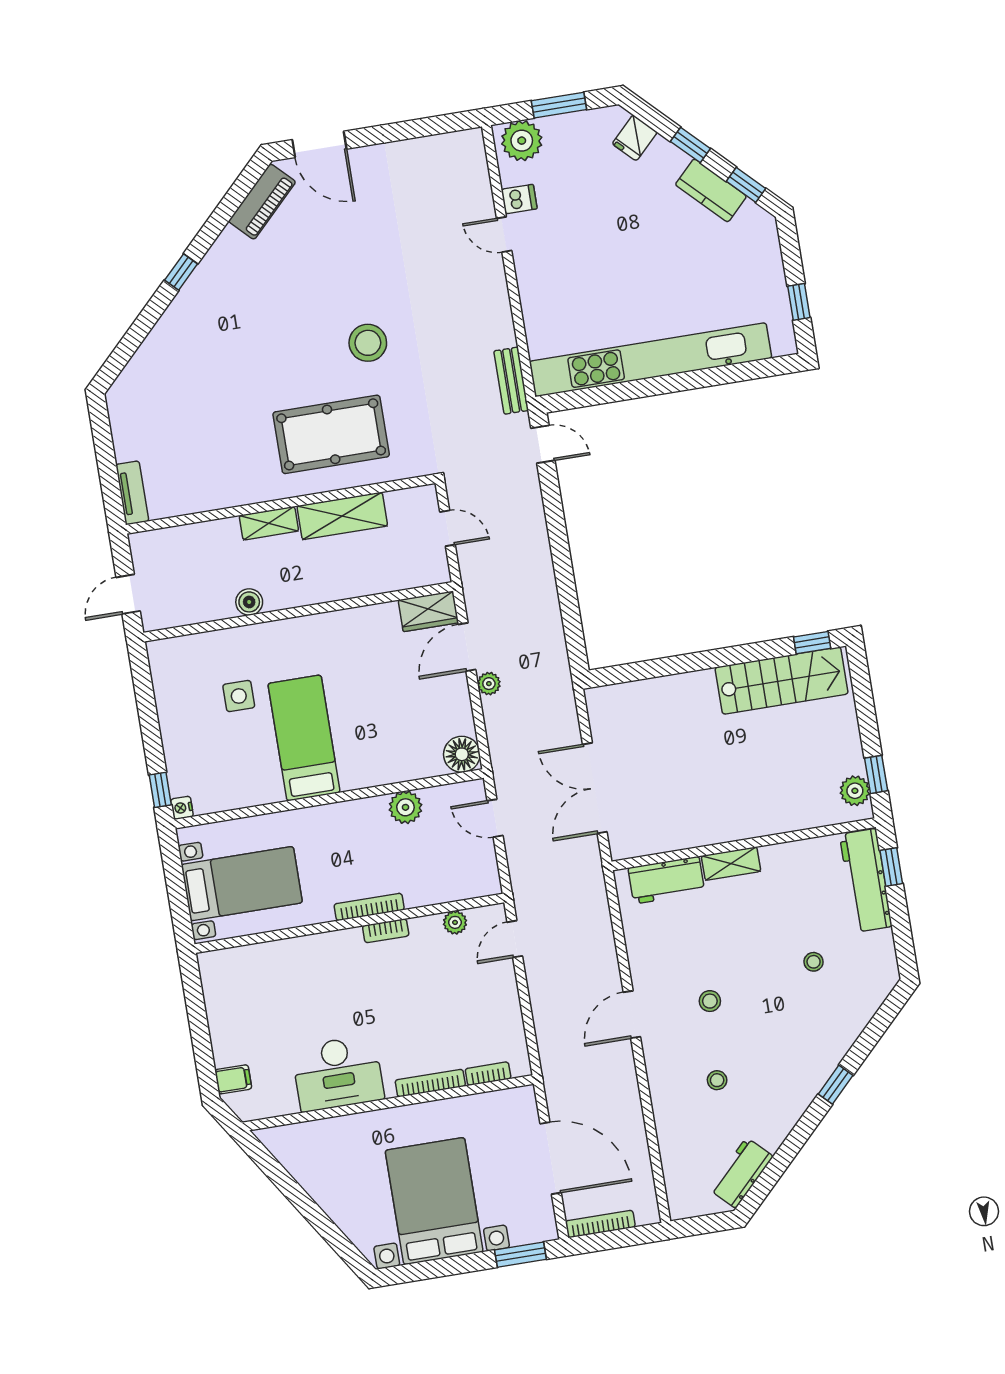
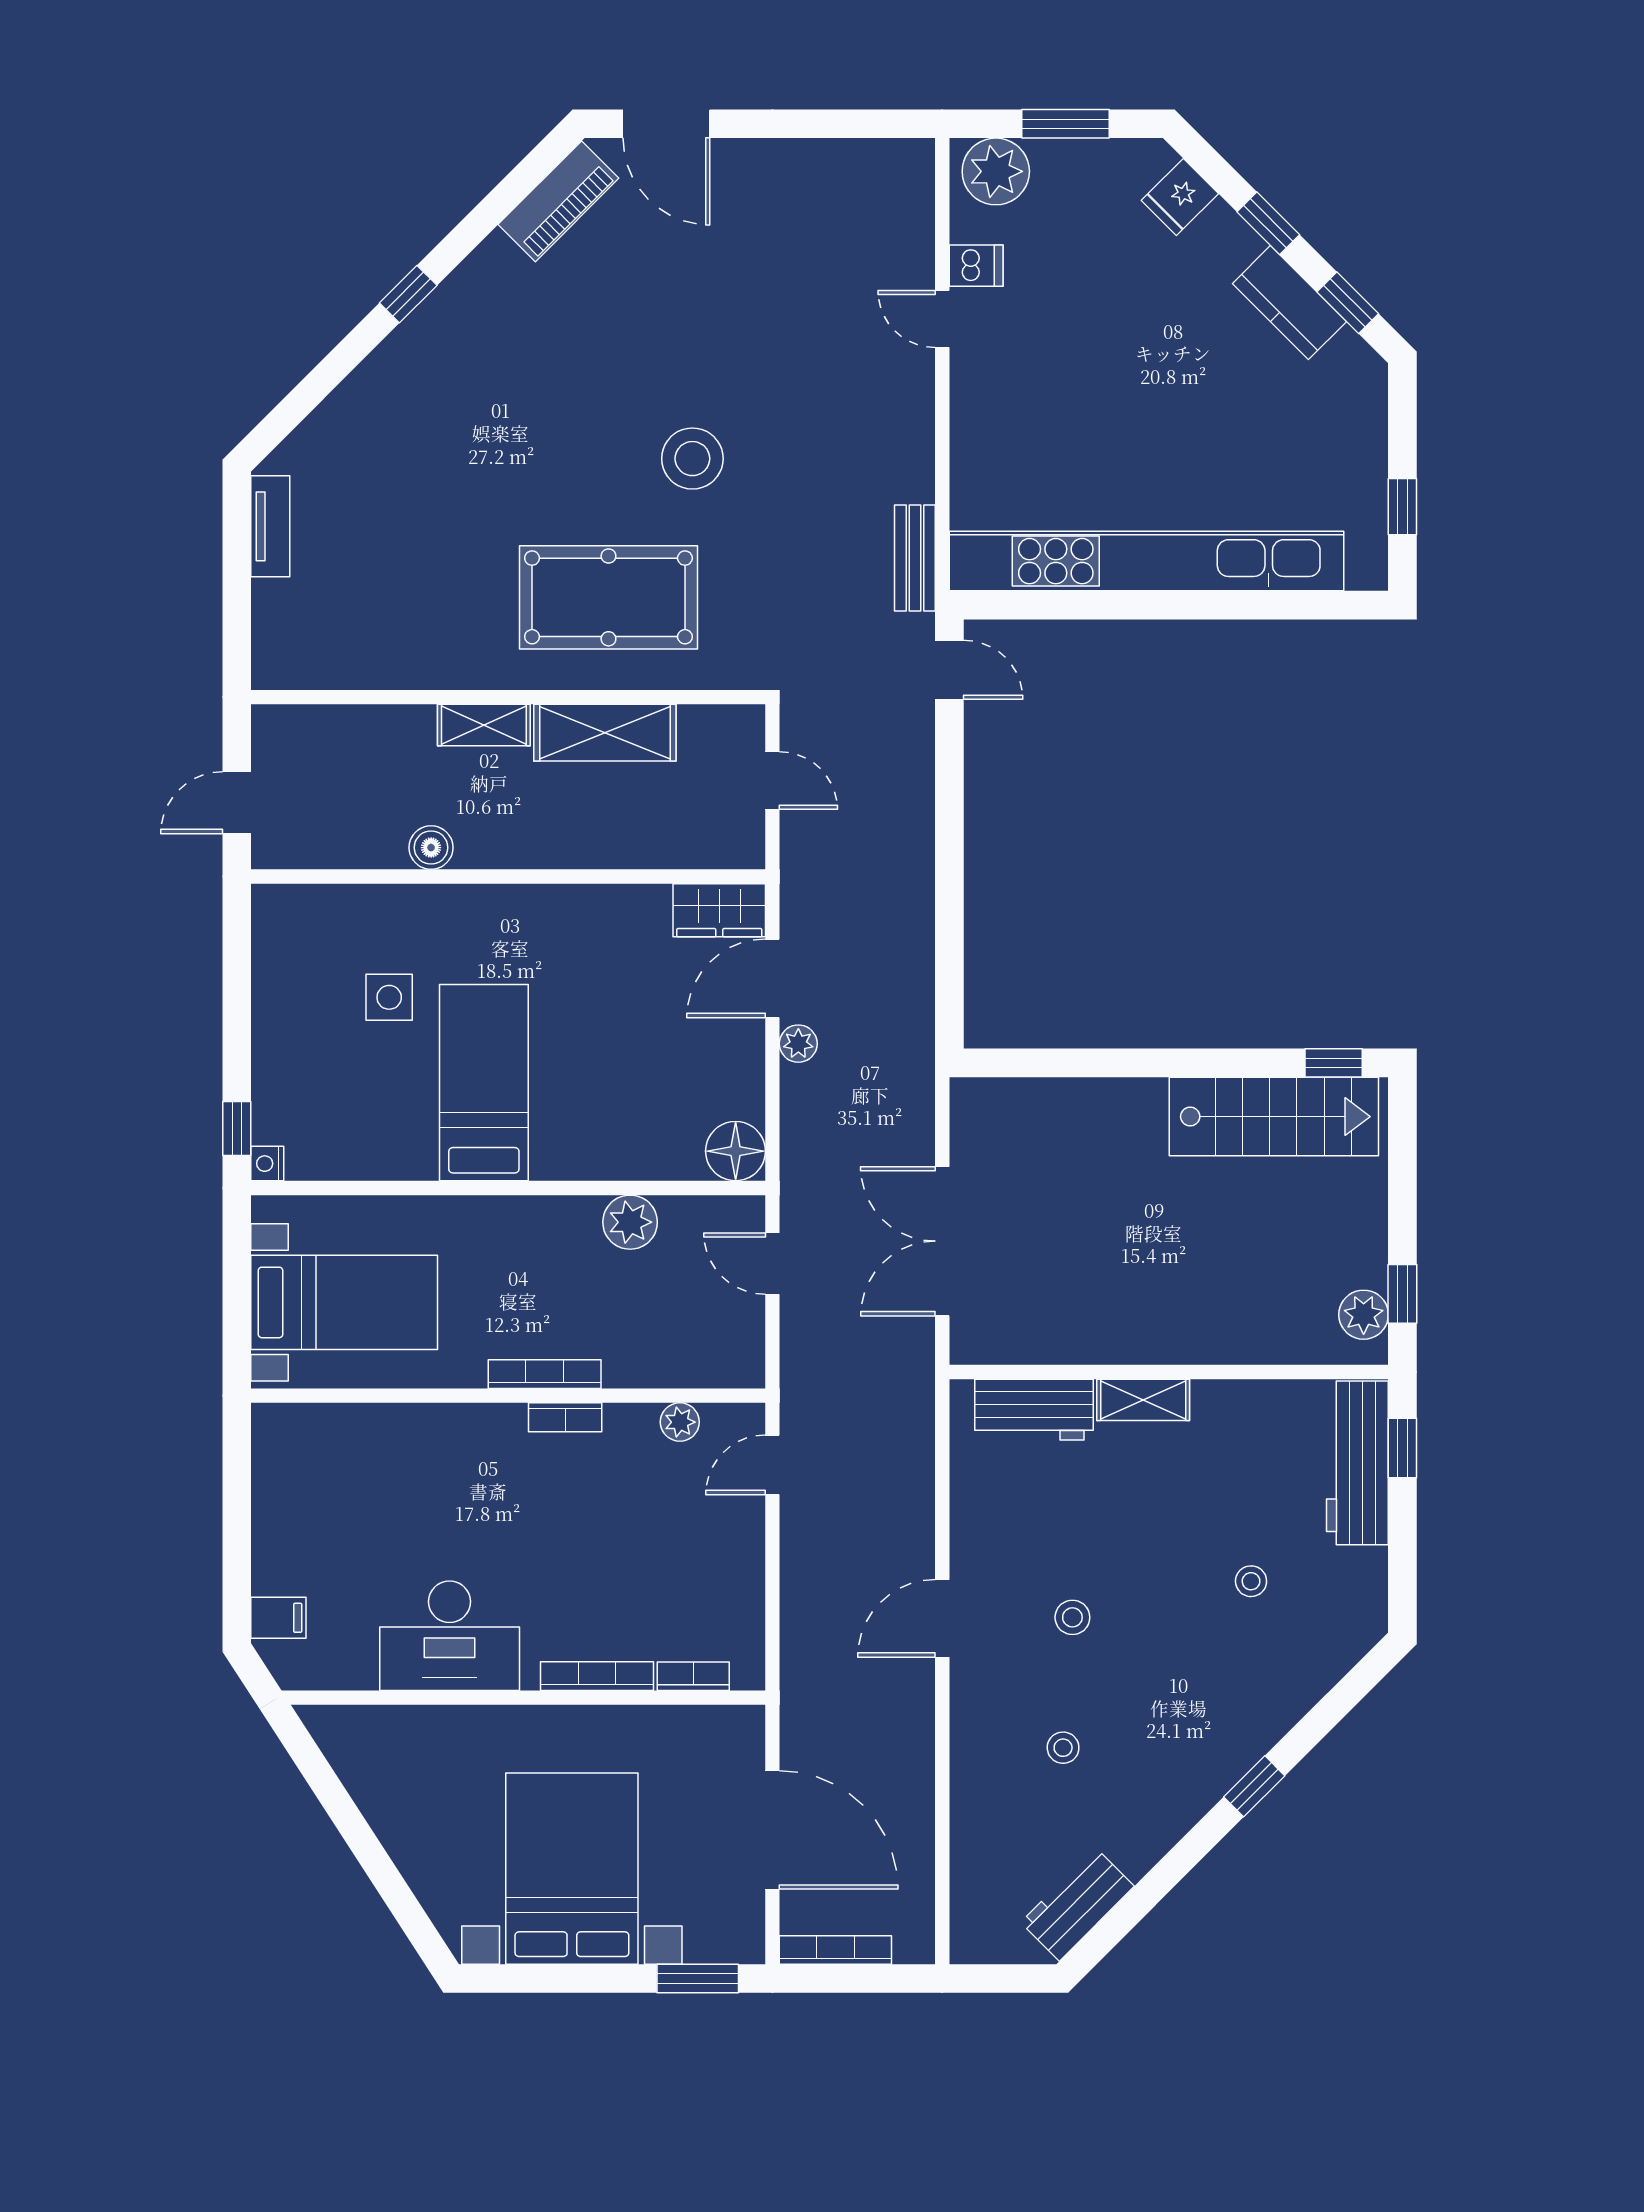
tv unit: (132, 493) -> (270, 526), moved

